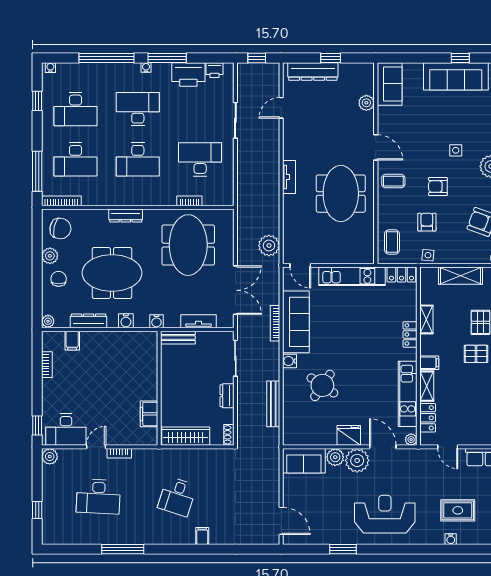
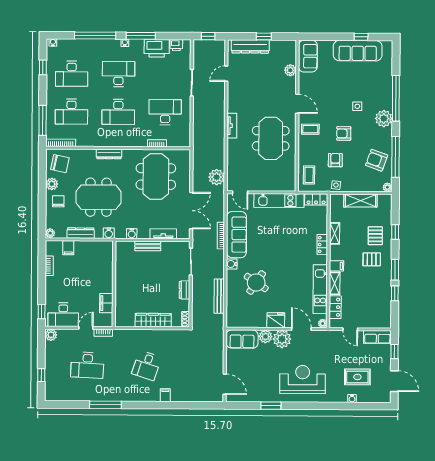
wall: (159, 388) -> (114, 284), moved
filing cabinet: (149, 414) -> (106, 303), moved

